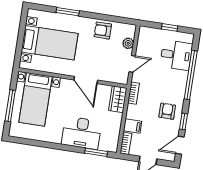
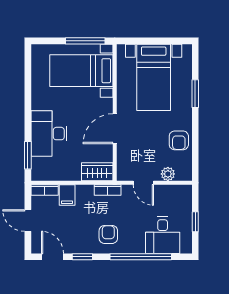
armchair: (103, 30) -> (179, 140), turned 180
window: (10, 106) -> (85, 41), moved
armchair: (167, 111) -> (108, 234), moved, turned -90

